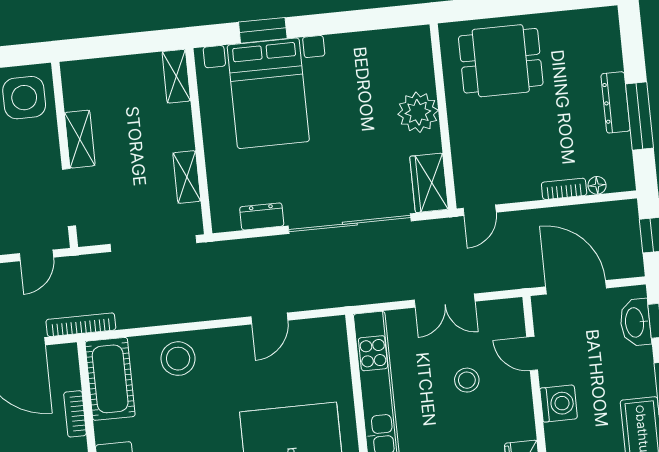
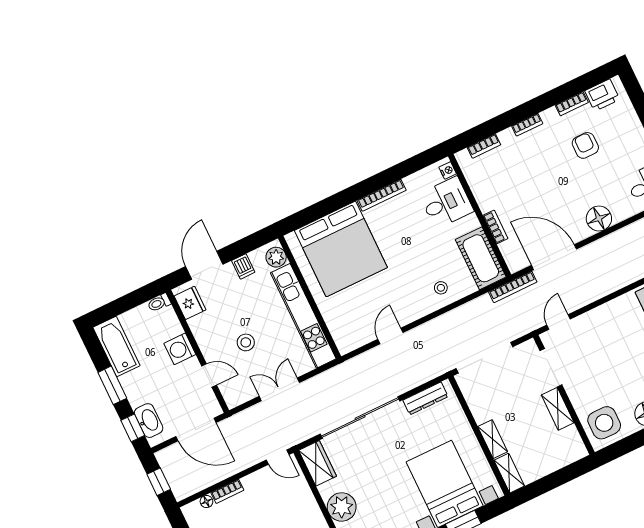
shelving: (187, 177) -> (493, 439), moved
door: (480, 210) -> (278, 457), swing flipped
dresser: (262, 216) -> (425, 398), width x1.44
stool: (178, 359) -> (441, 288), width x0.53, depth x0.53

